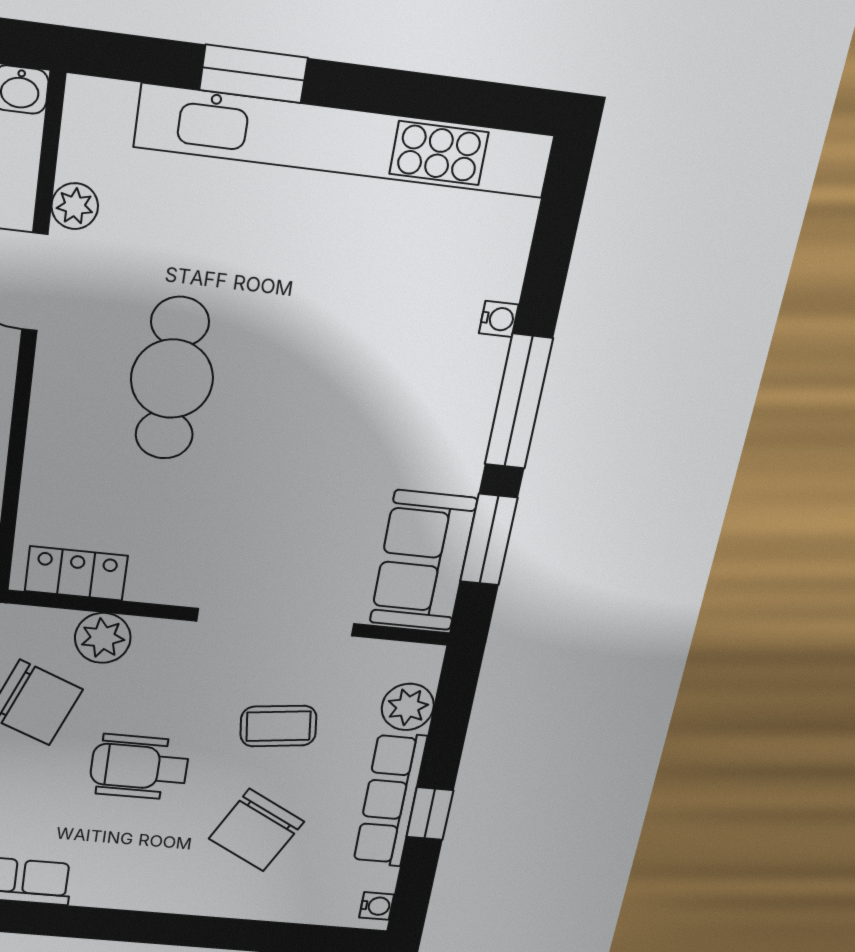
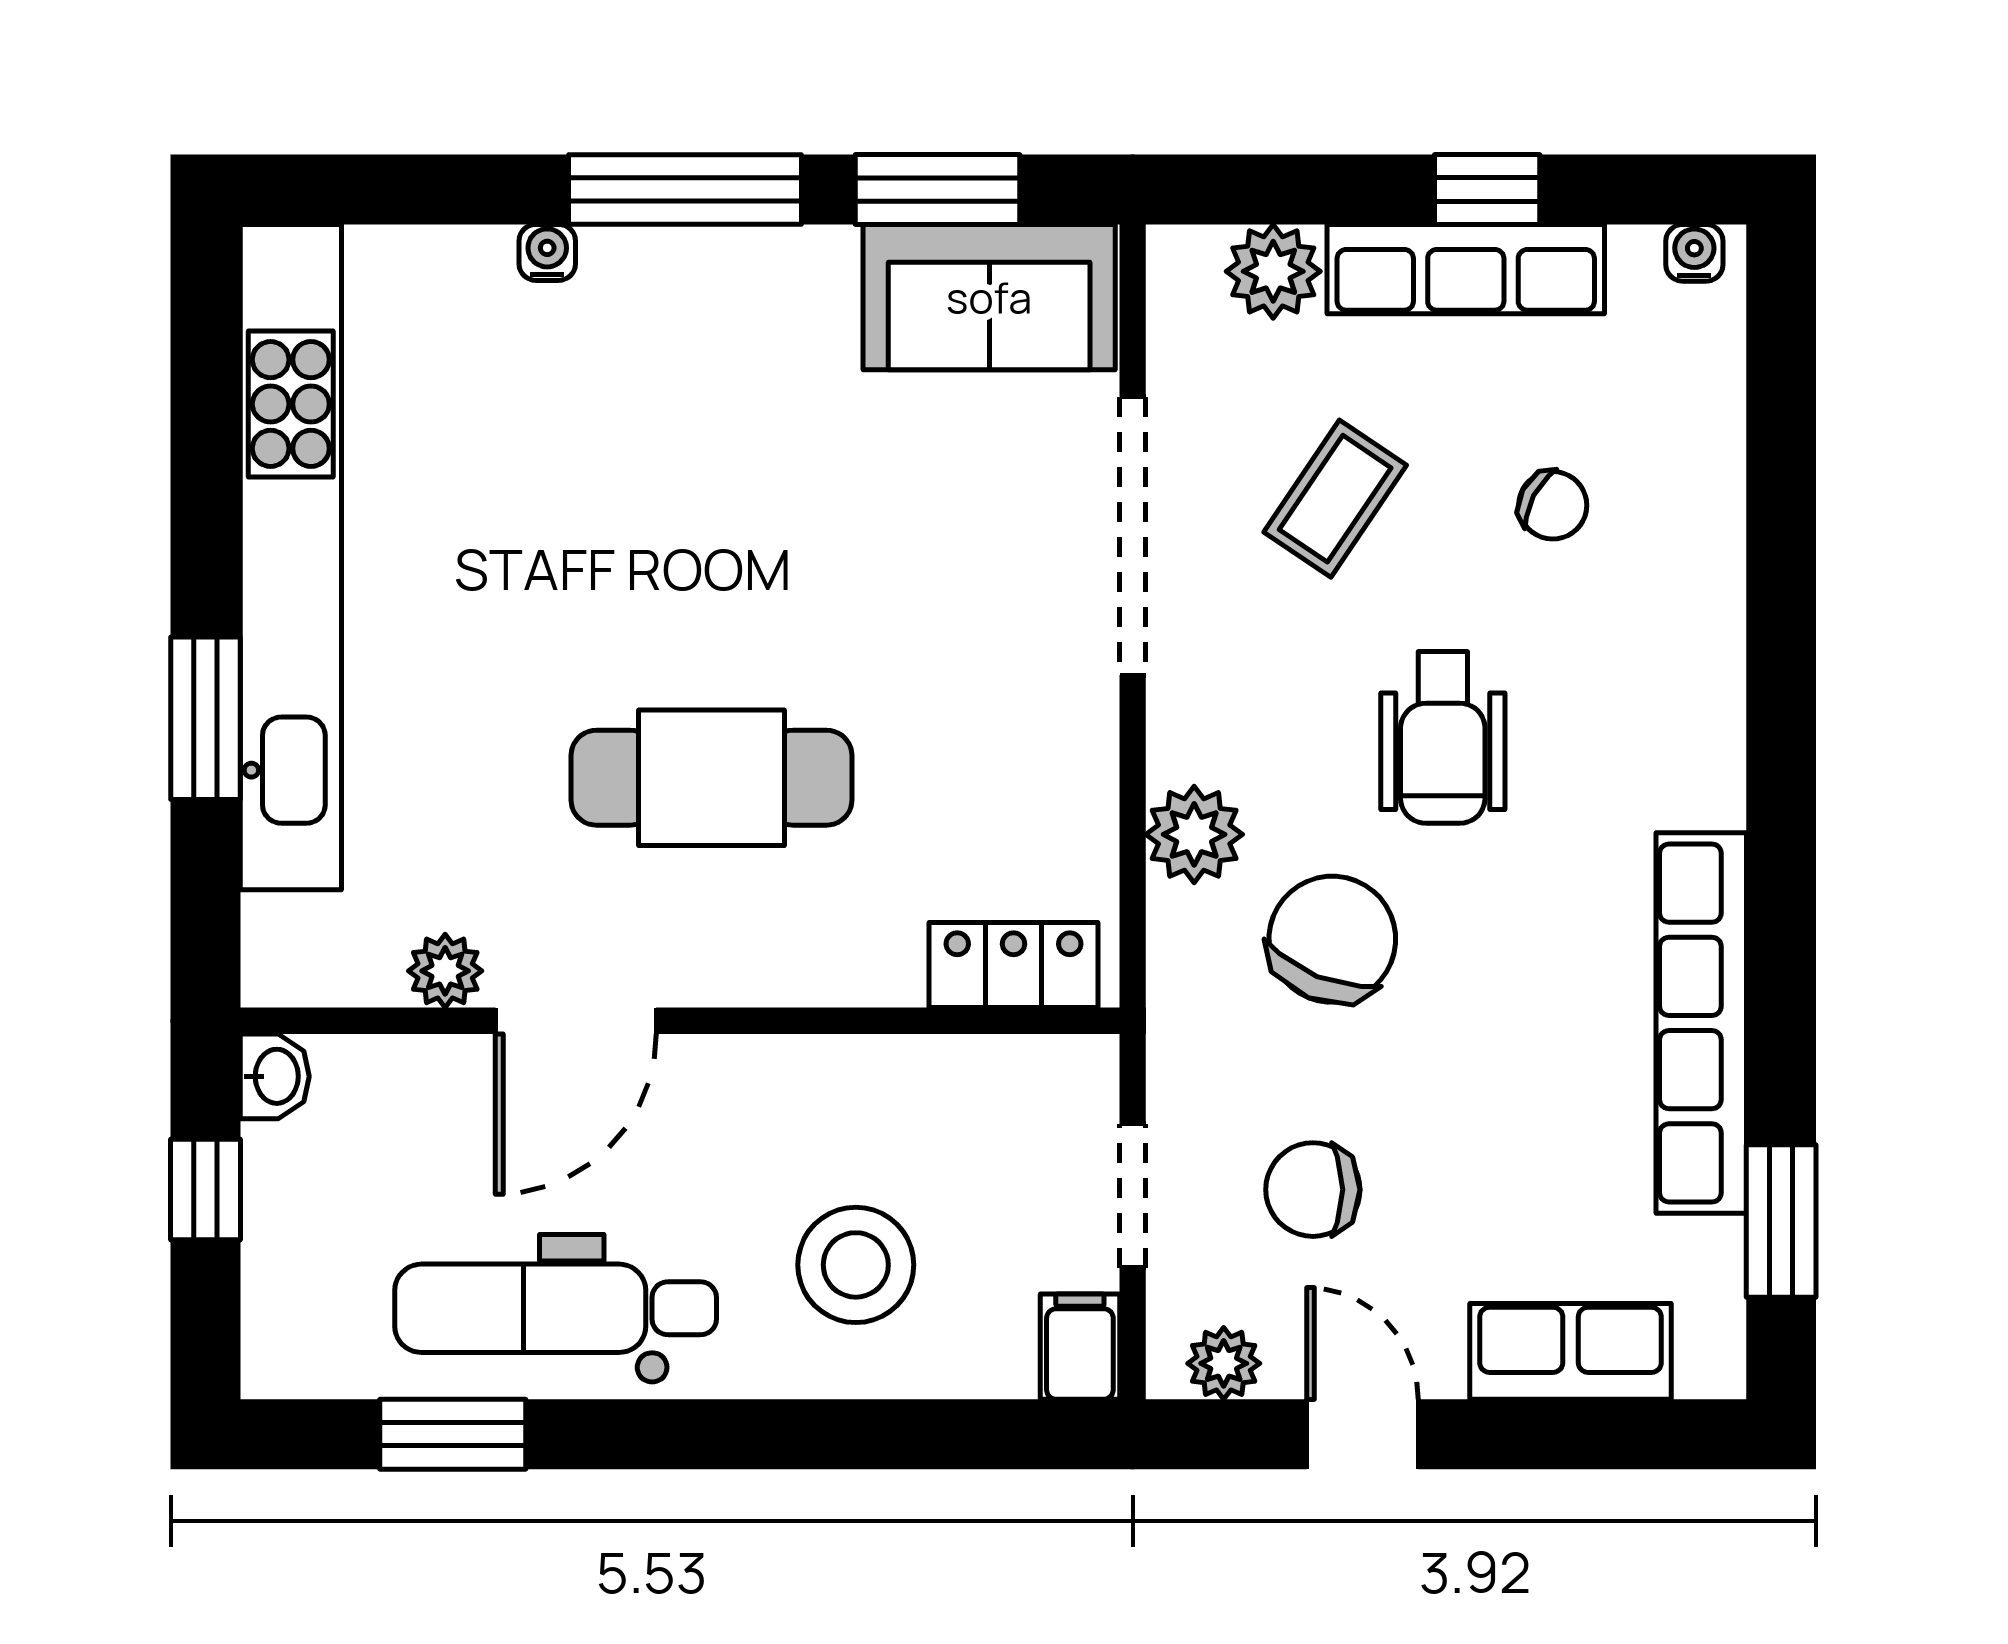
locker: (76, 573) -> (1014, 965), moved, turned 90
coffee table: (278, 726) -> (1335, 499), turned 41
chair: (256, 830) -> (1553, 505), width x0.54, depth x0.54

